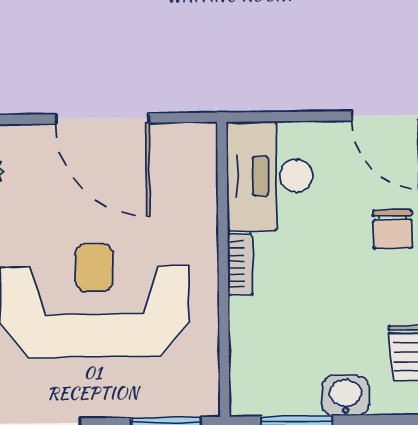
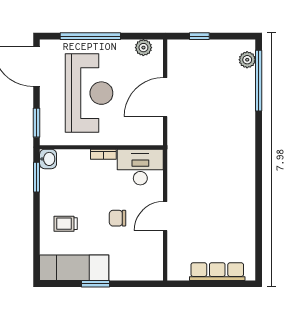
washbasin: (346, 396) -> (48, 159), moved

